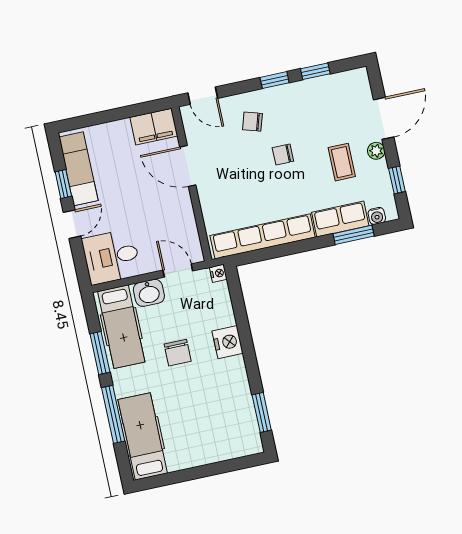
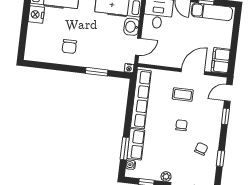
window: (275, 80) -> (225, 116), moved
chair: (252, 122) -> (201, 149), moved
coffee table: (342, 162) -> (183, 94), moved
nightstand: (228, 342) -> (36, 15), moved, turned 90
chair: (178, 353) -> (69, 47), moved, turned -90
window: (262, 412) -> (97, 72), moved

